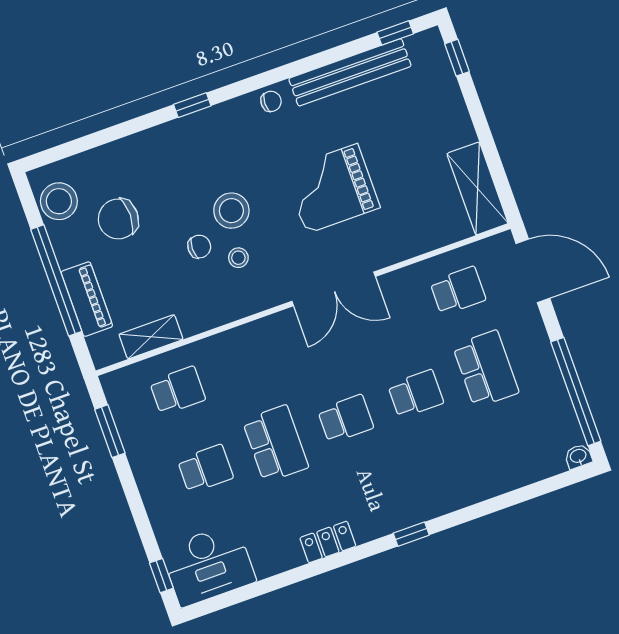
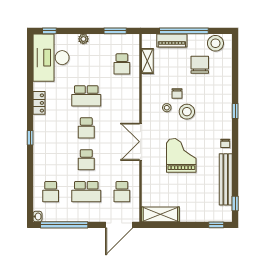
school desk: (205, 469) -> (51, 192), moved
plant: (153, 494) -> (83, 39), added
desk: (208, 565) -> (51, 58), width x1.36, depth x1.30

